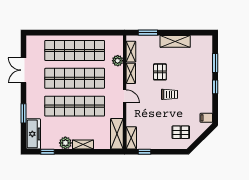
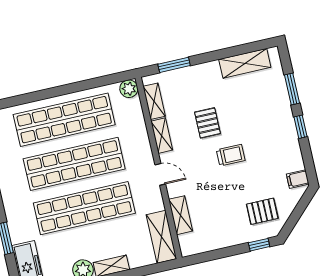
shelving: (175, 41) -> (245, 63), moved
plant: (118, 61) -> (129, 89), moved
shelving: (131, 138) -> (181, 215), moved
window: (144, 152) -> (259, 245), moved

